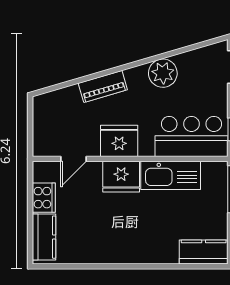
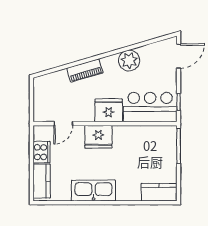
fridge: (119, 141) -> (109, 110), moved
kitchen sink: (171, 175) -> (93, 191), moved, turned 180

